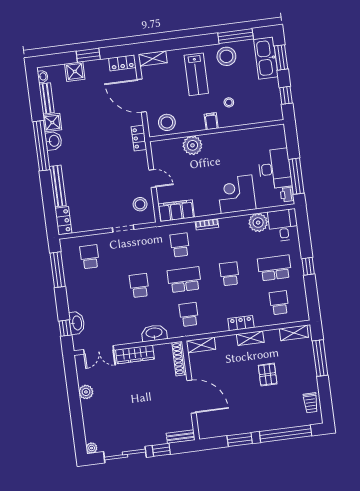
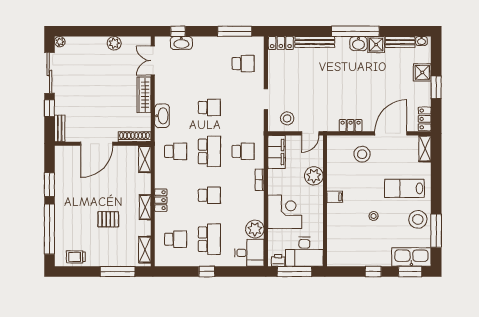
filing cabinet: (211, 121) -> (335, 197), moved
wall: (217, 131) -> (325, 201), moved
plant: (192, 145) -> (314, 176), moved

